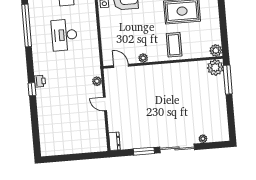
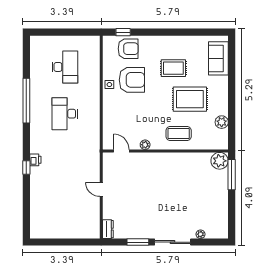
coffee table: (174, 45) -> (179, 134), turned 90
plant: (216, 50) -> (222, 122), moved
plant: (97, 81) -> (95, 165), removed

